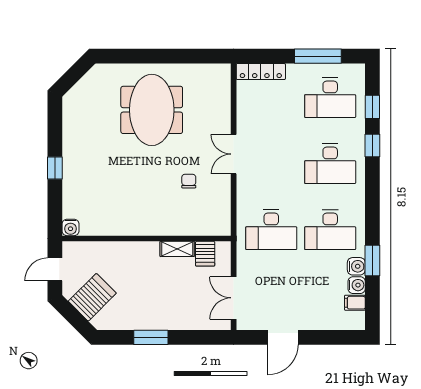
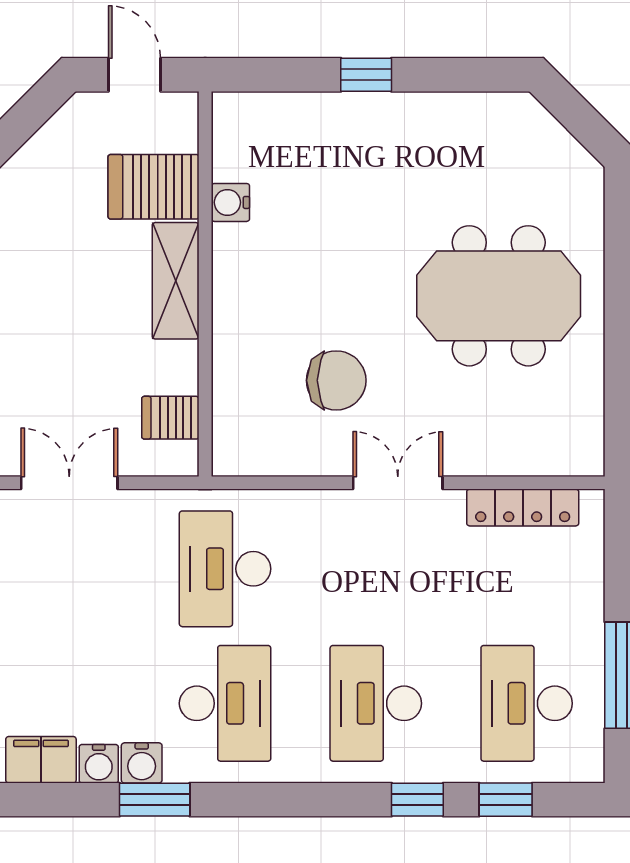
locker: (261, 72) -> (523, 507), moved, turned -90
chair: (189, 181) -> (336, 380), width x1.87, depth x1.87
water cooler: (71, 227) -> (230, 202), moved
desk: (330, 230) -> (225, 703), turned 180
shelving: (177, 249) -> (176, 281), moved, width x1.50, depth x1.33
server rack: (92, 297) -> (154, 187), moved, turned 135
filing cabinet: (355, 303) -> (41, 760), width x2.00

